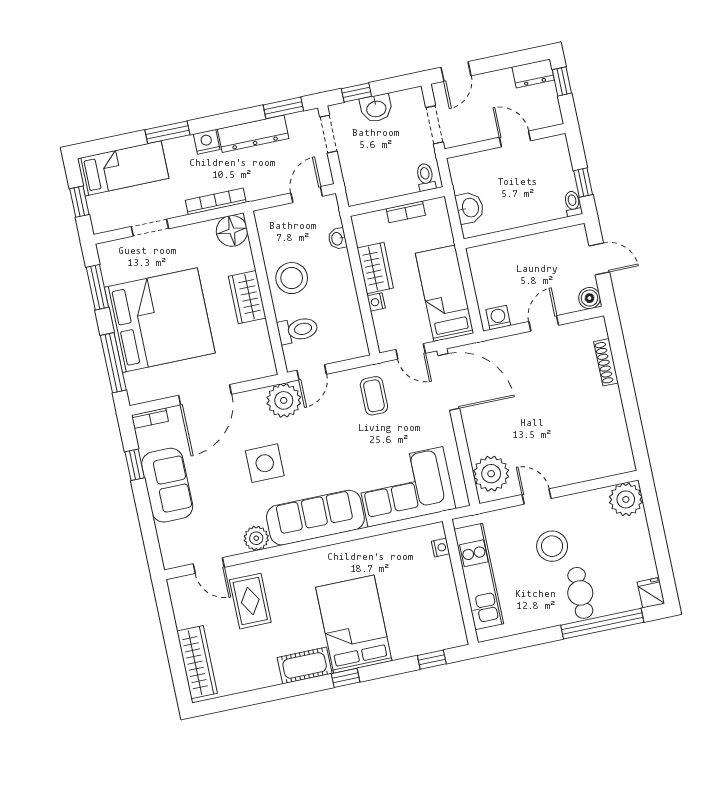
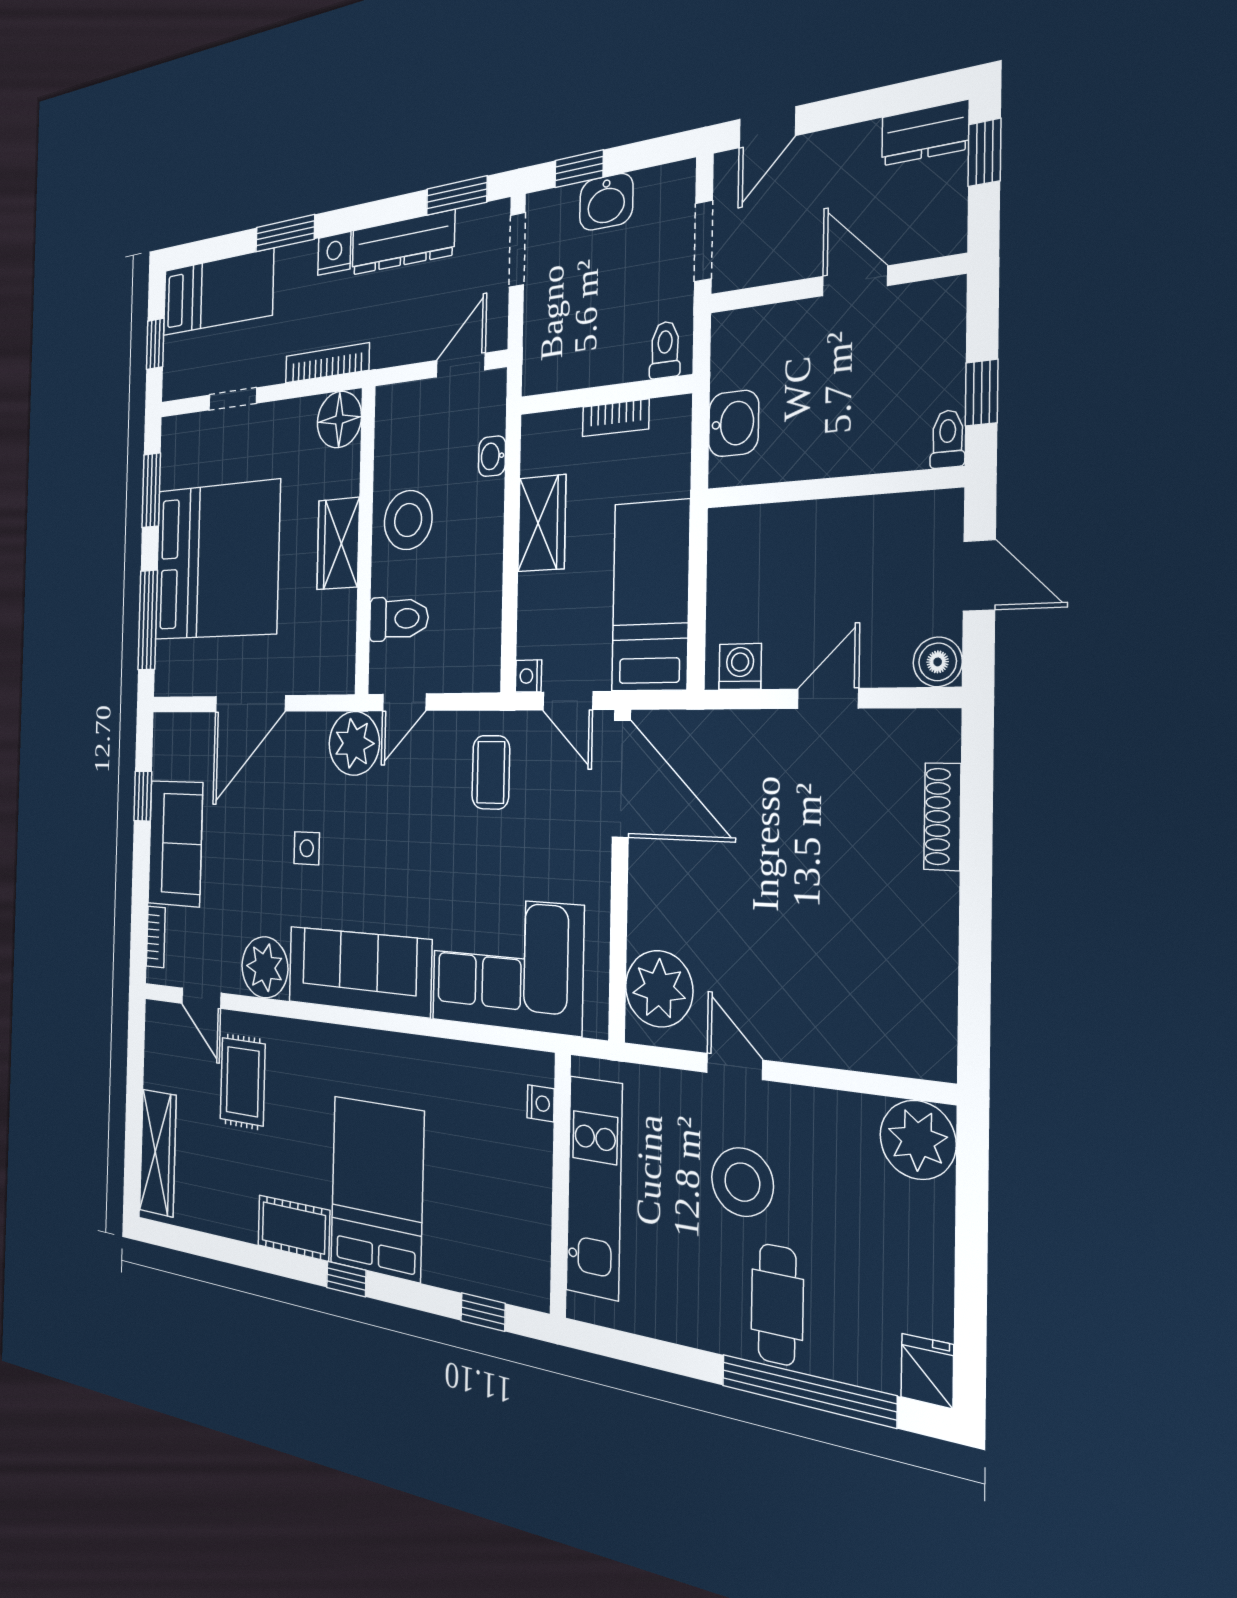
nightstand: (376, 302) -> (528, 676), moved
bookcase: (150, 418) -> (156, 937), moved, turned -90
side table: (265, 463) -> (307, 848), width x0.54, depth x0.54
plant: (256, 538) -> (265, 967), width x1.36, depth x1.36

